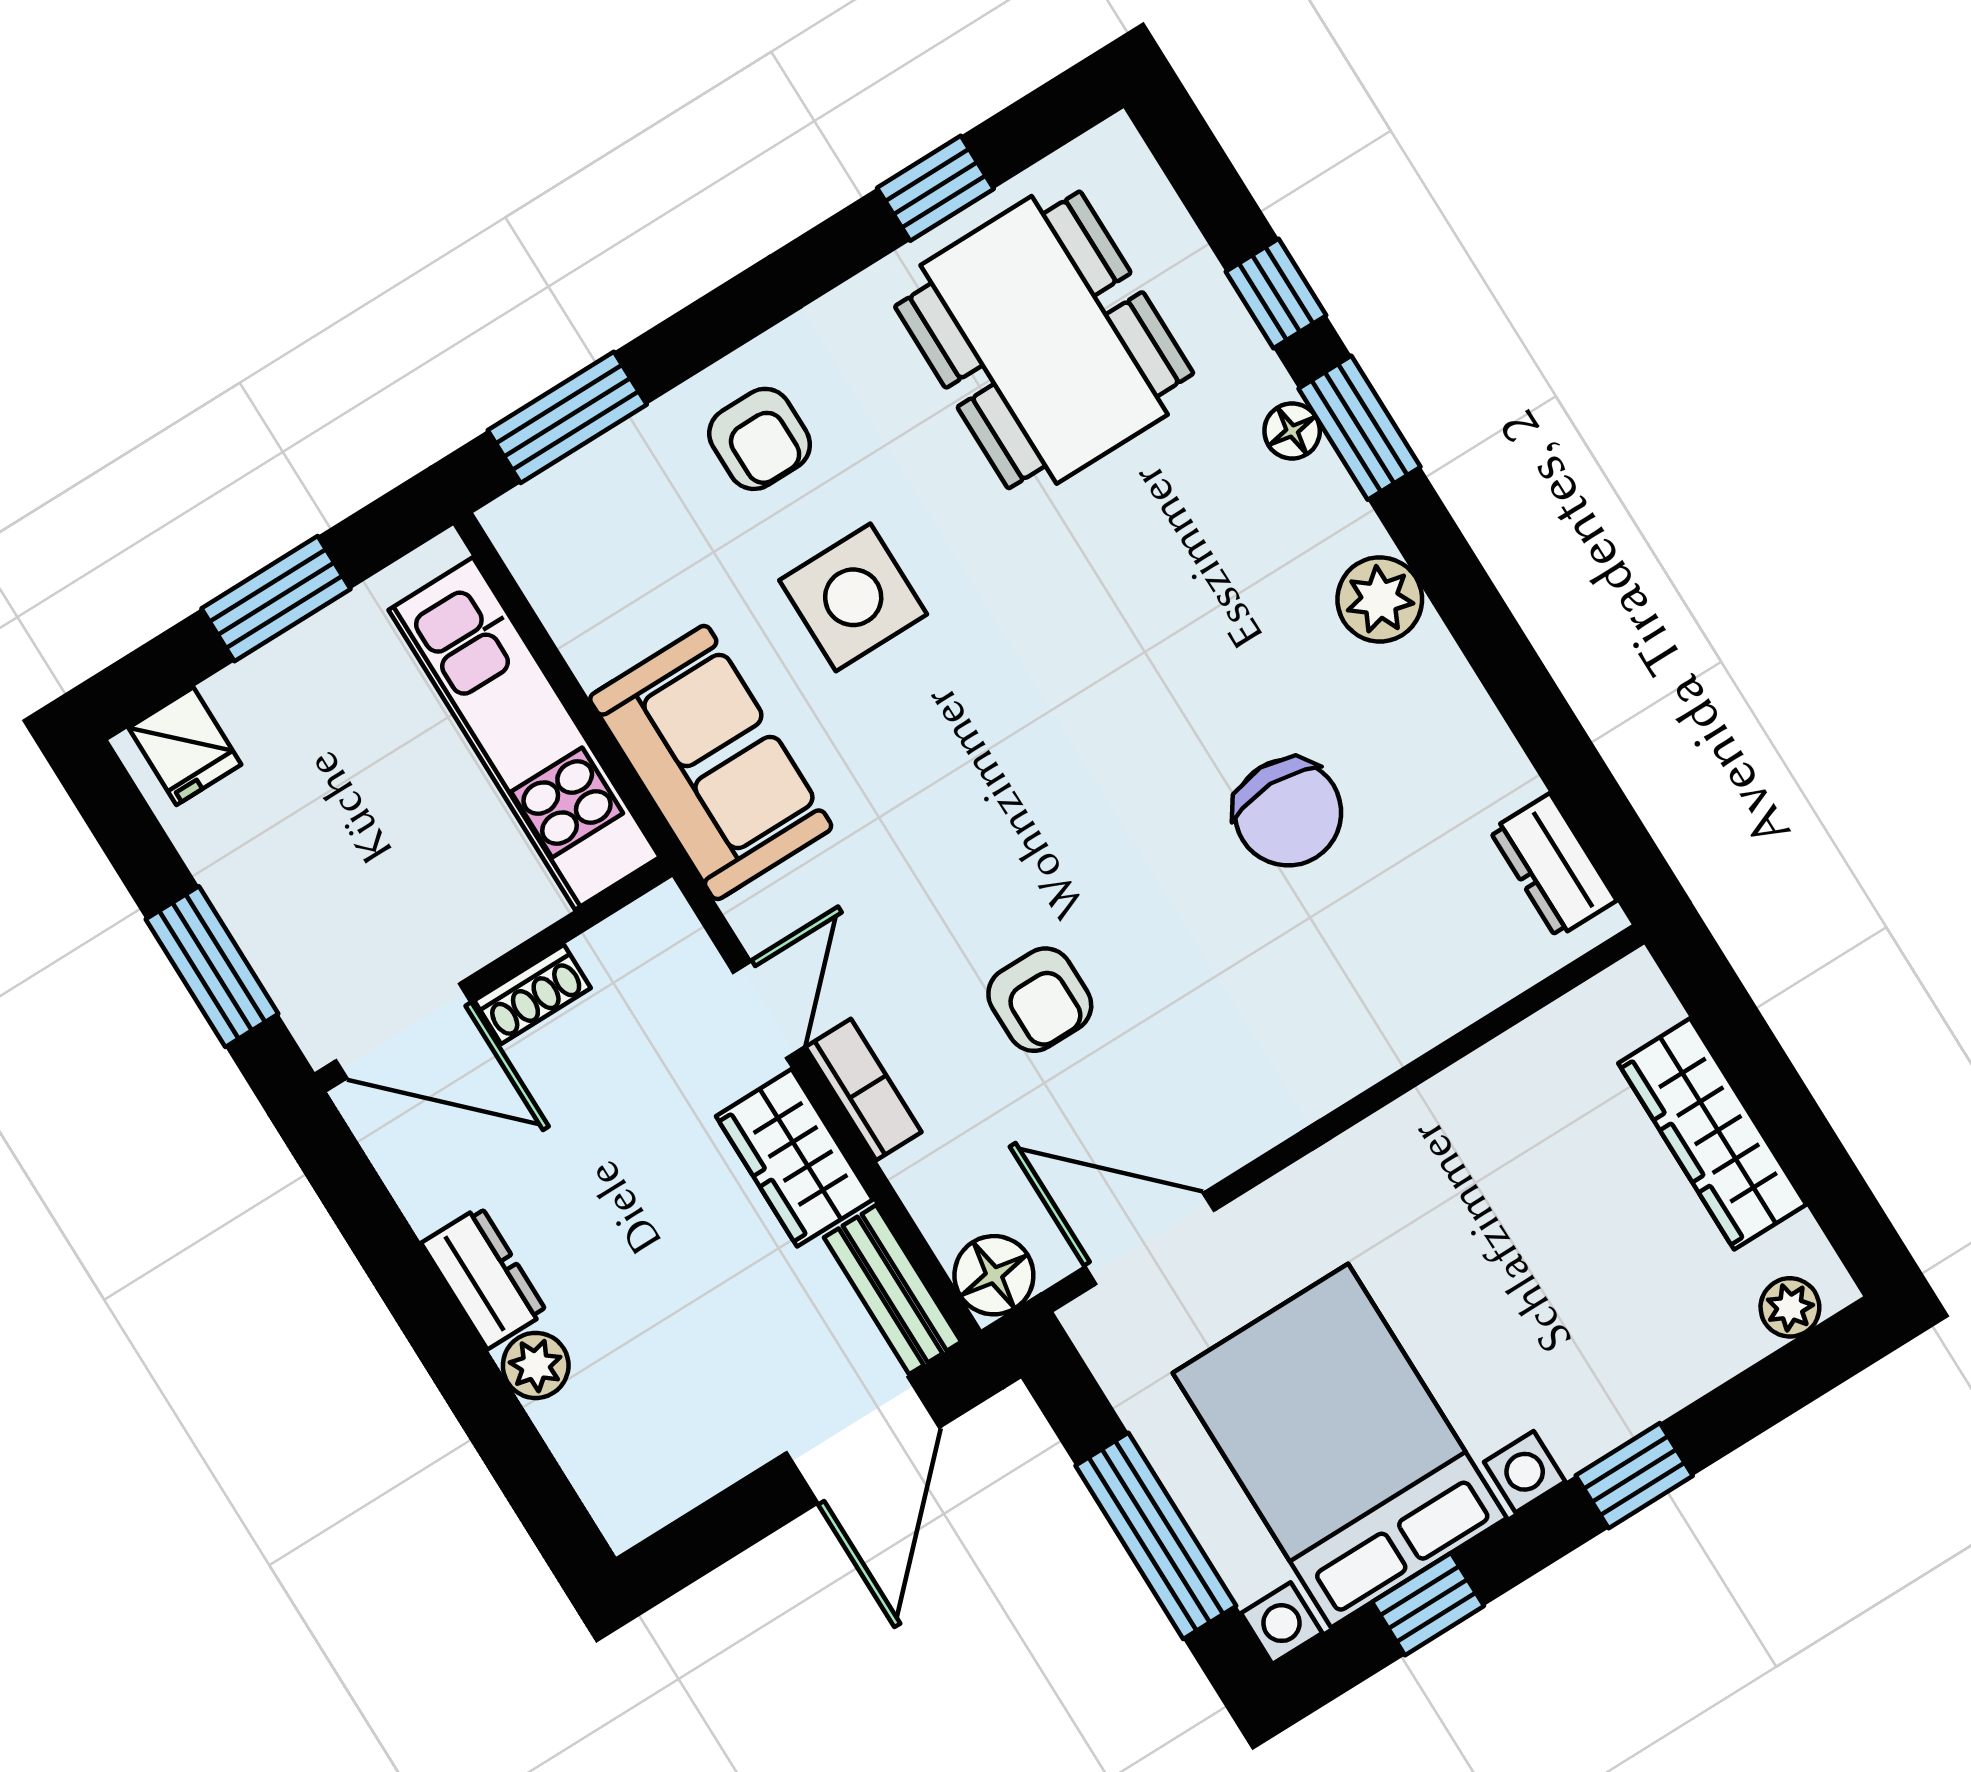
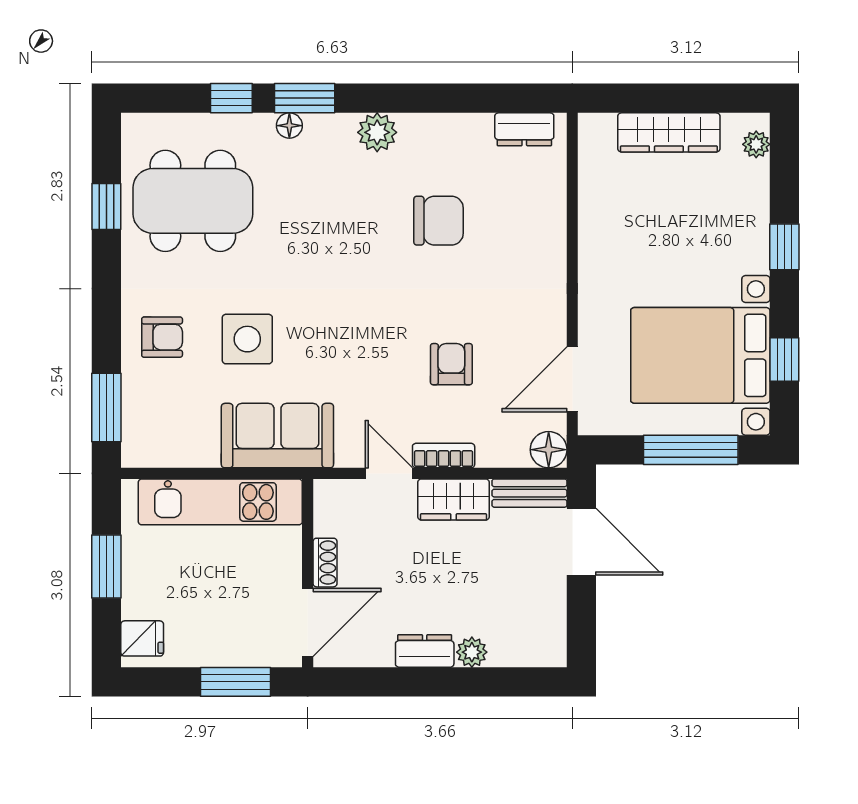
armchair: (1040, 1000) -> (451, 364), turned -90

